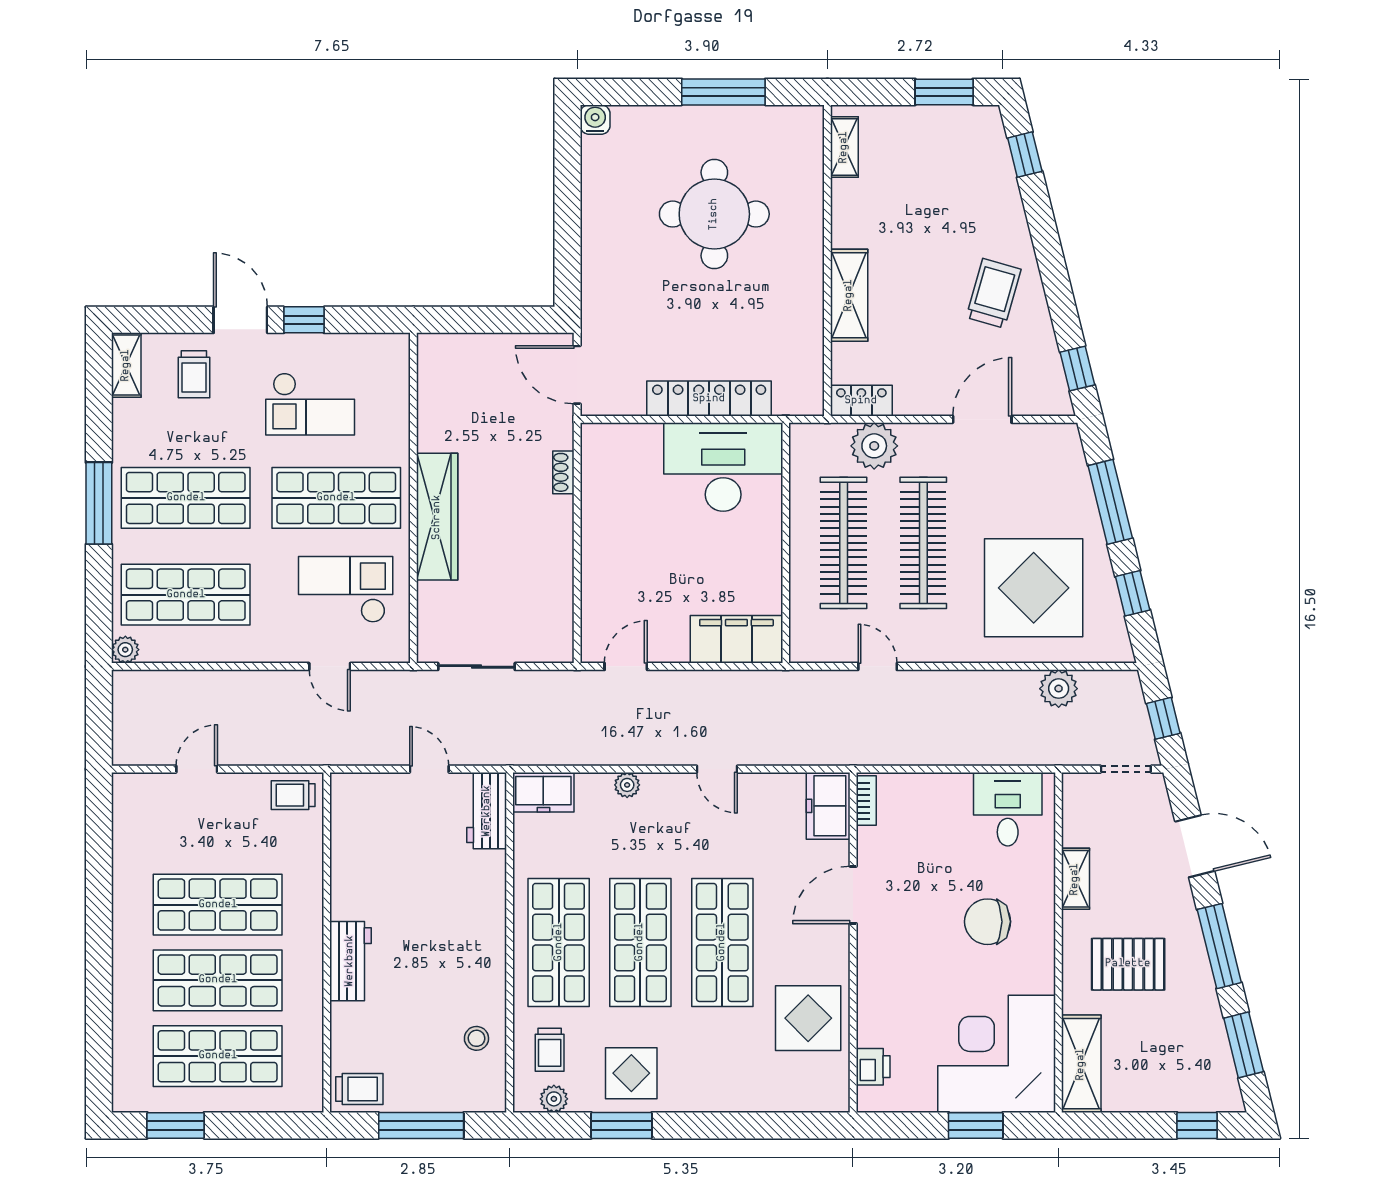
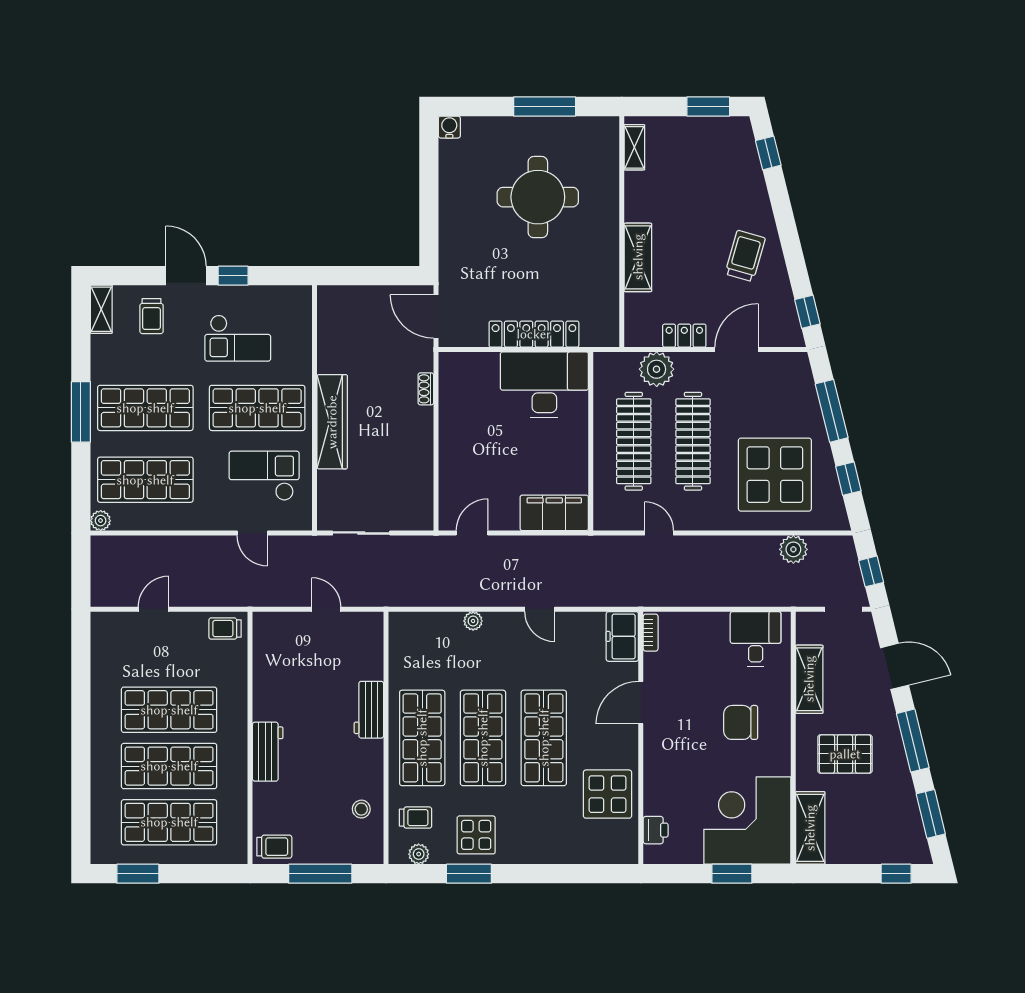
locker: (861, 401) -> (684, 336), moved
freezer: (543, 792) -> (411, 626), removed
workbench: (487, 811) -> (369, 710), moved
shelving: (1075, 879) -> (809, 679), width x1.50, depth x1.33
trolley: (550, 1050) -> (416, 818), turned -90

